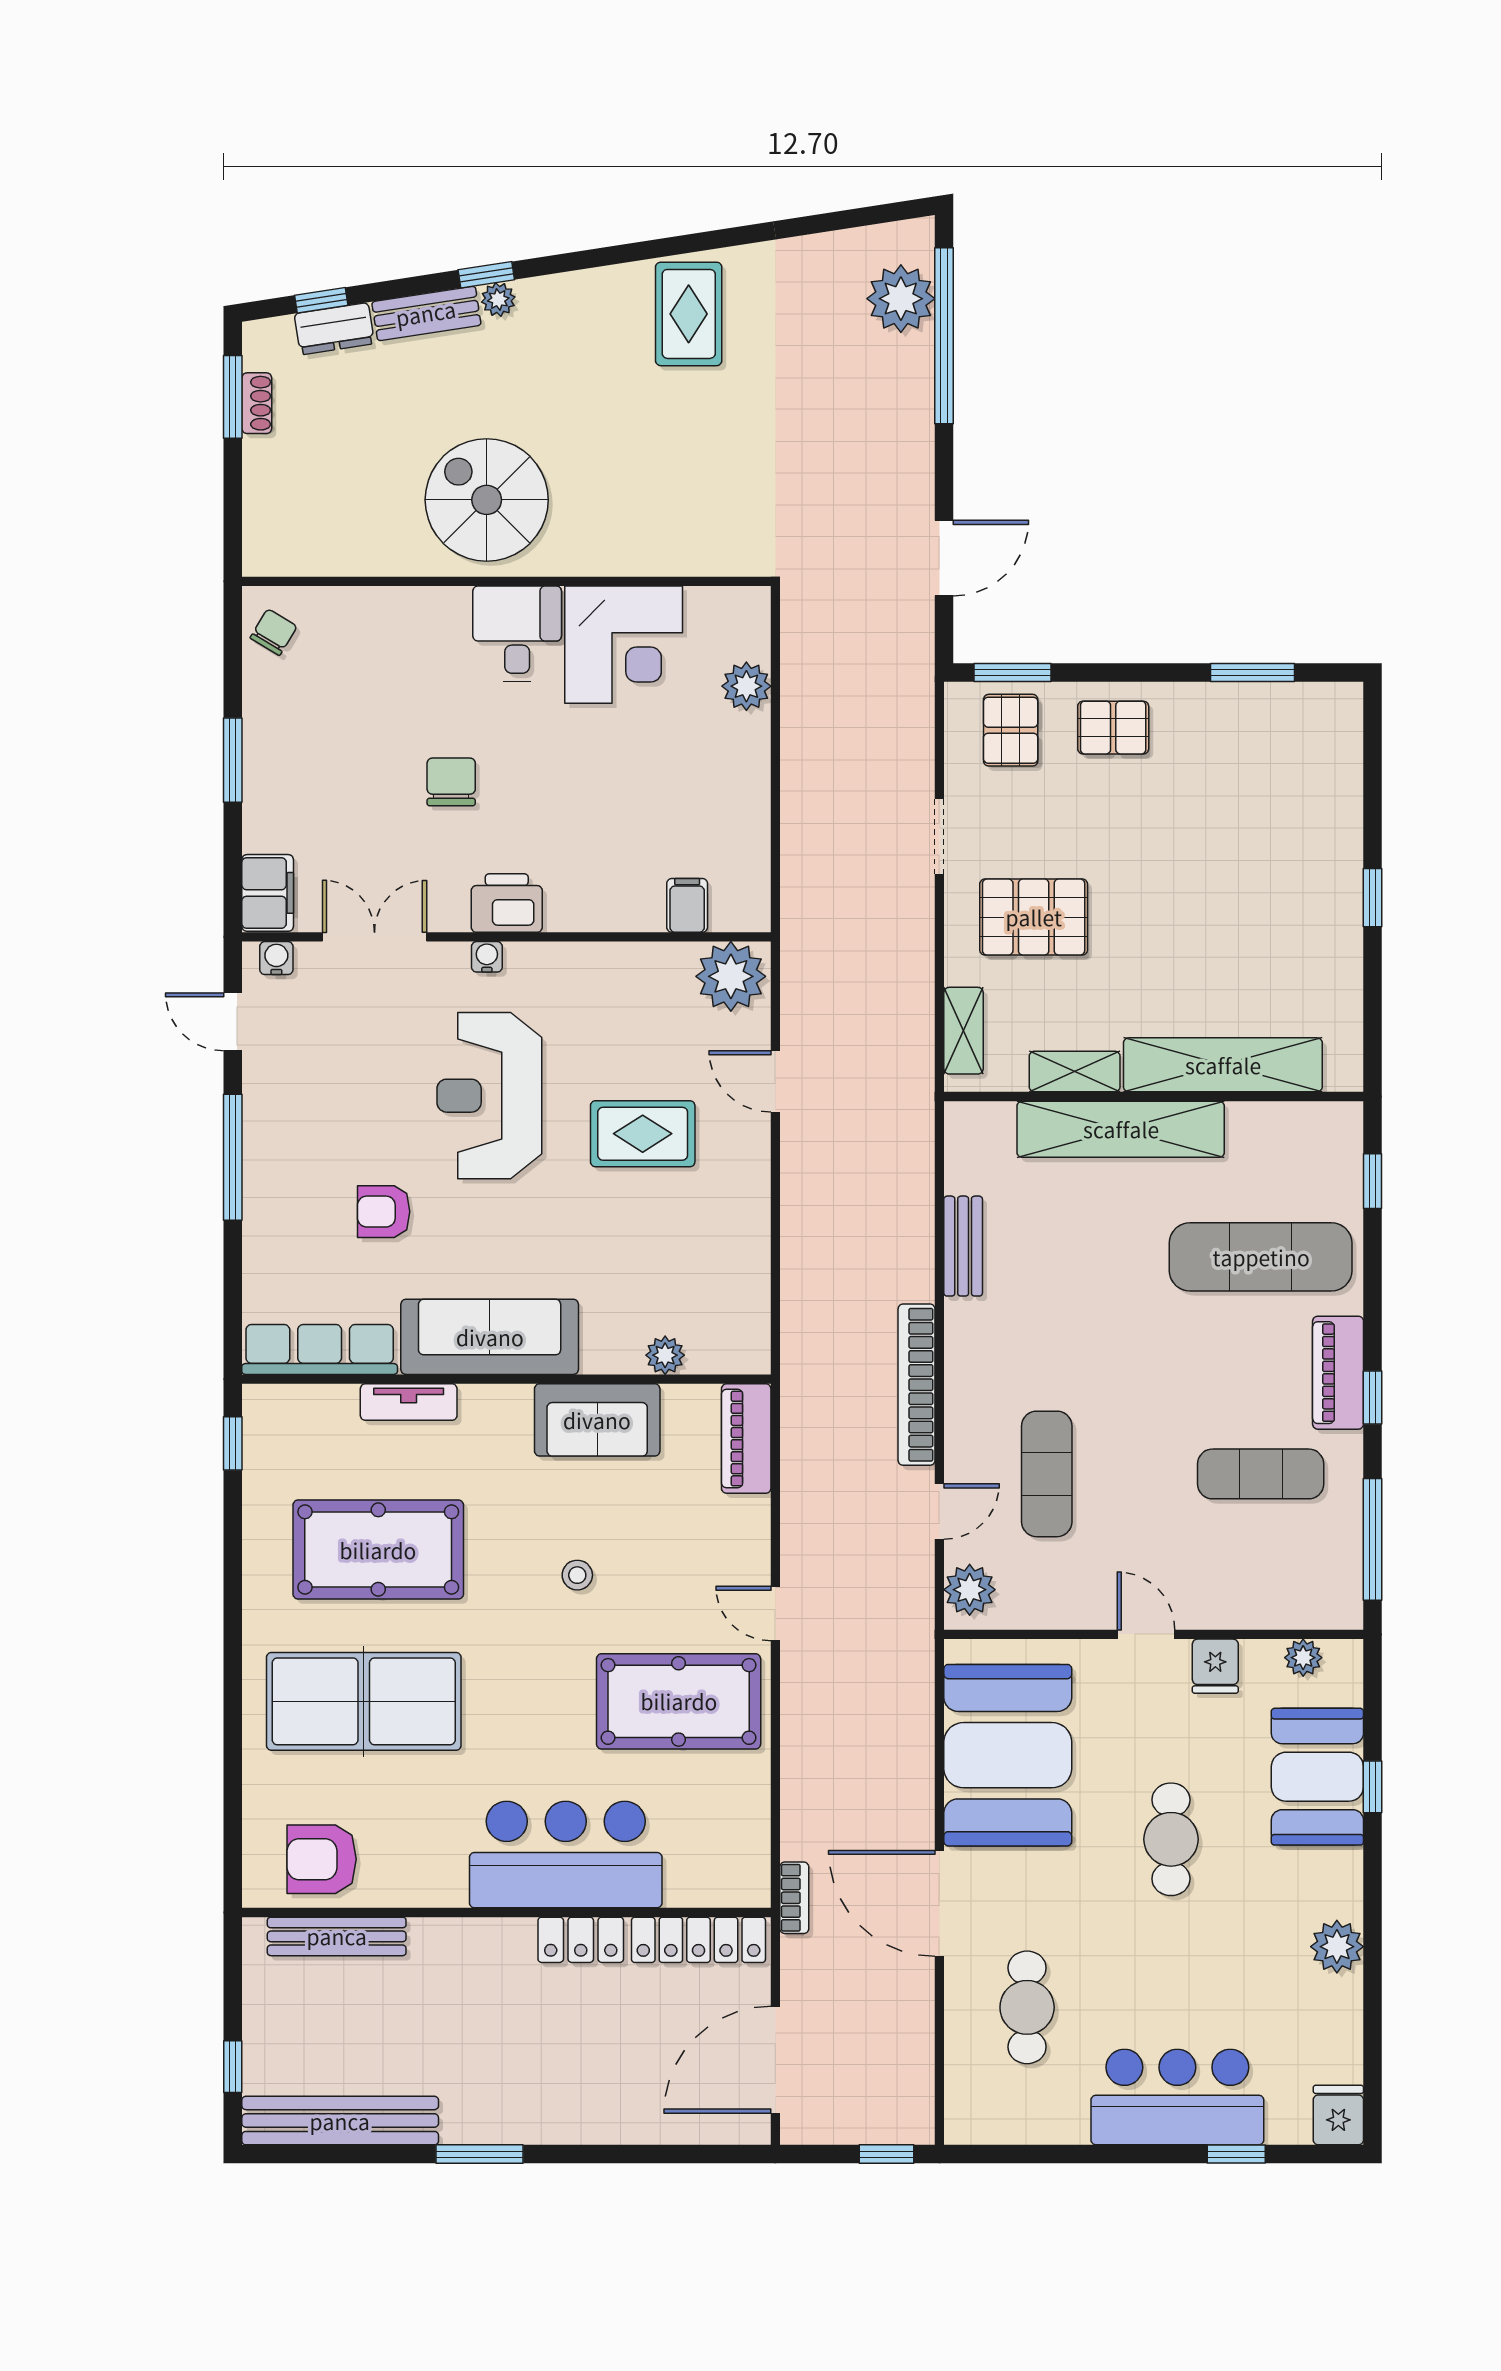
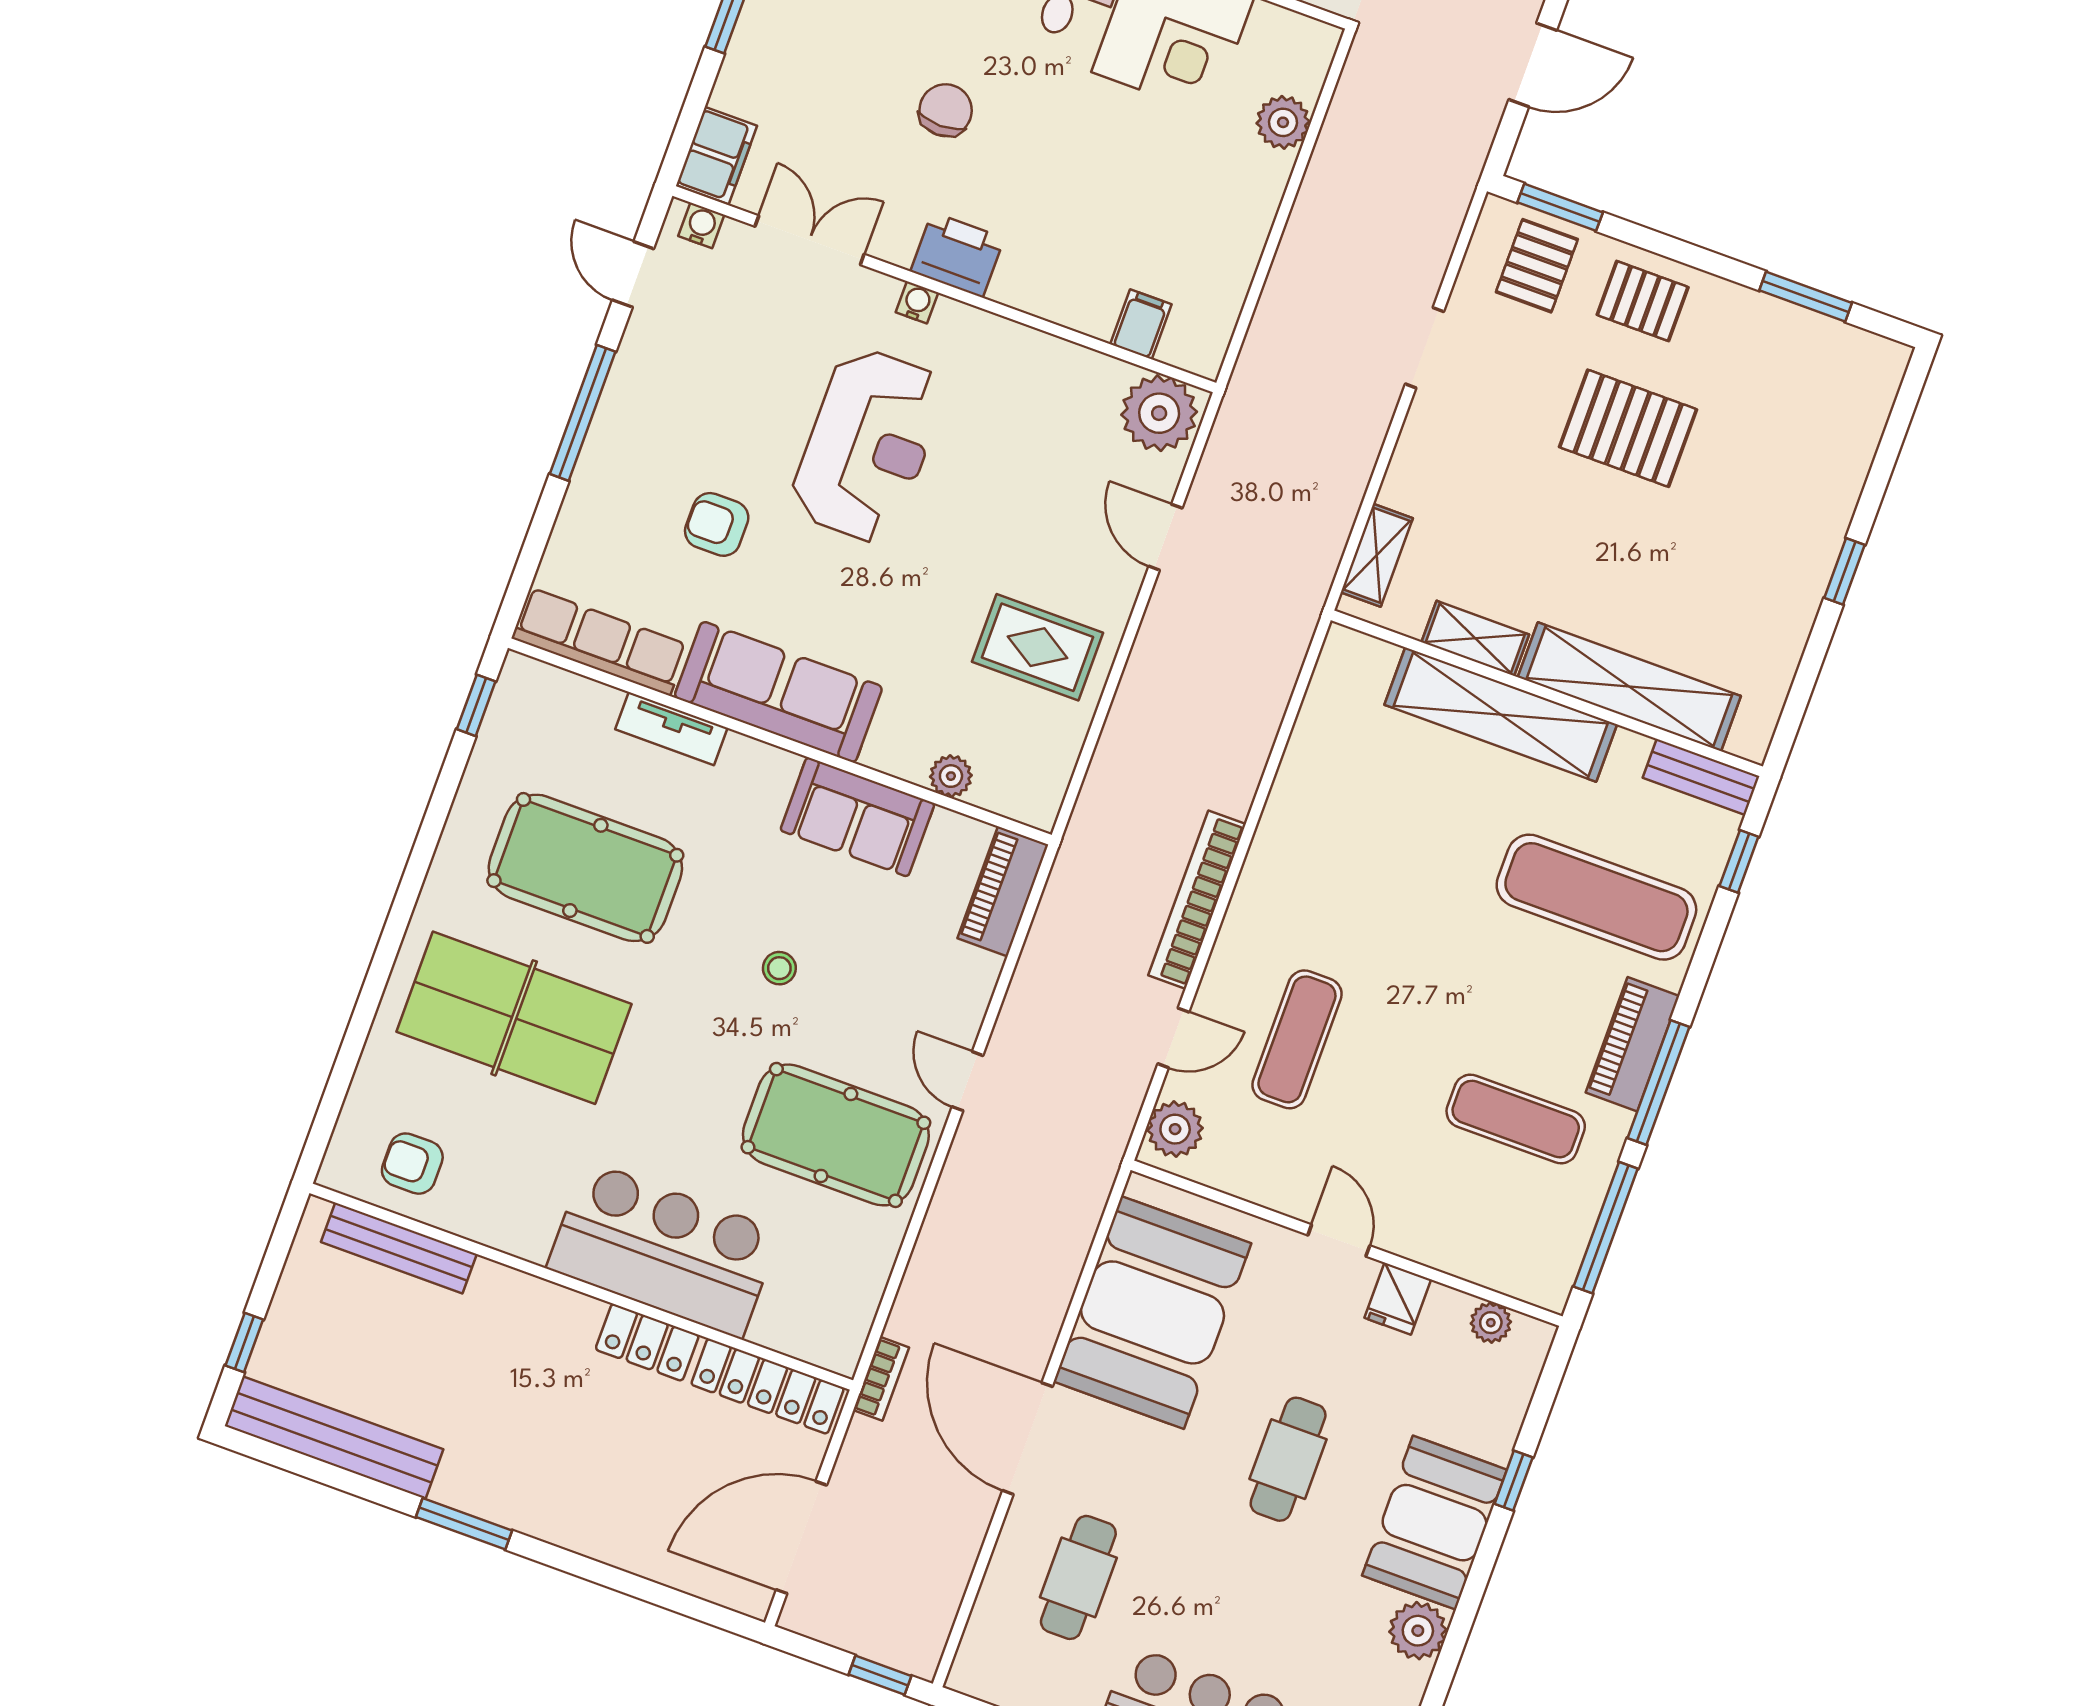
pallet: (1034, 917) -> (1628, 428), moved
reception desk: (489, 1096) -> (868, 445), turned 180
rug: (643, 1134) -> (1038, 647), moved
bench: (963, 1246) -> (1701, 777), moved, turned 90
window: (1373, 1398) -> (1658, 1083), width x2.17
booth: (1317, 1777) -> (1434, 1523), moved
armchair: (322, 1859) -> (412, 1164), width x0.72, depth x0.72

